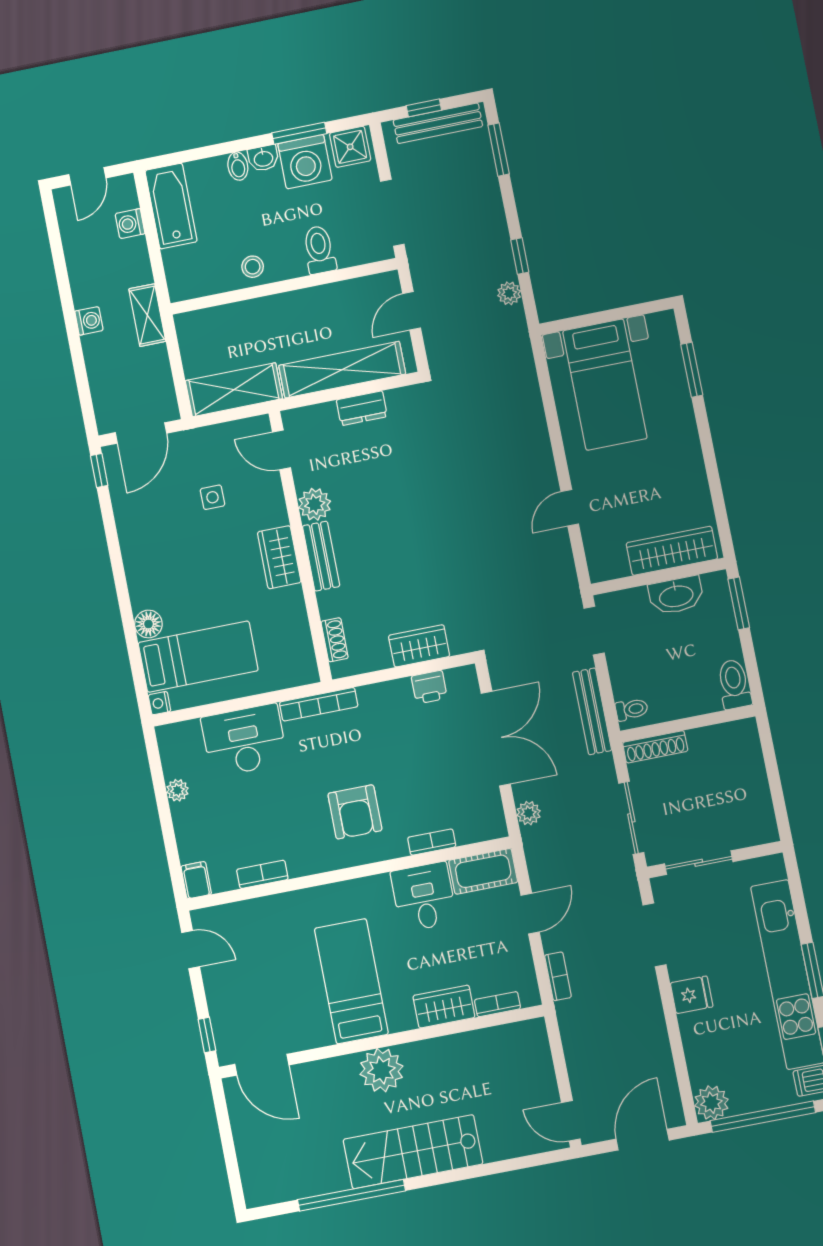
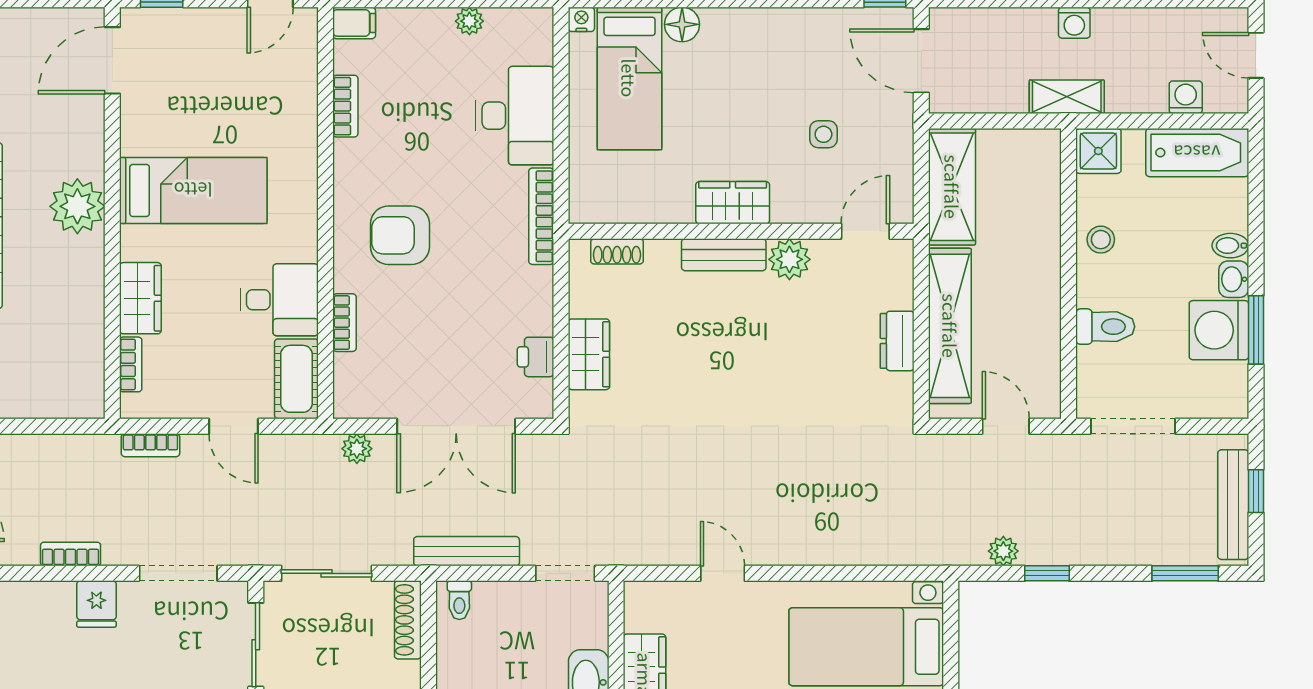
shower: (350, 147) -> (1098, 151), moved
bookcase: (656, 1023) -> (71, 554), added

